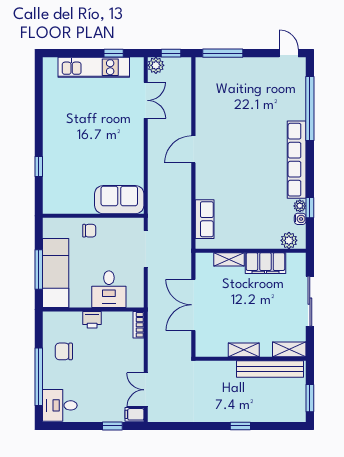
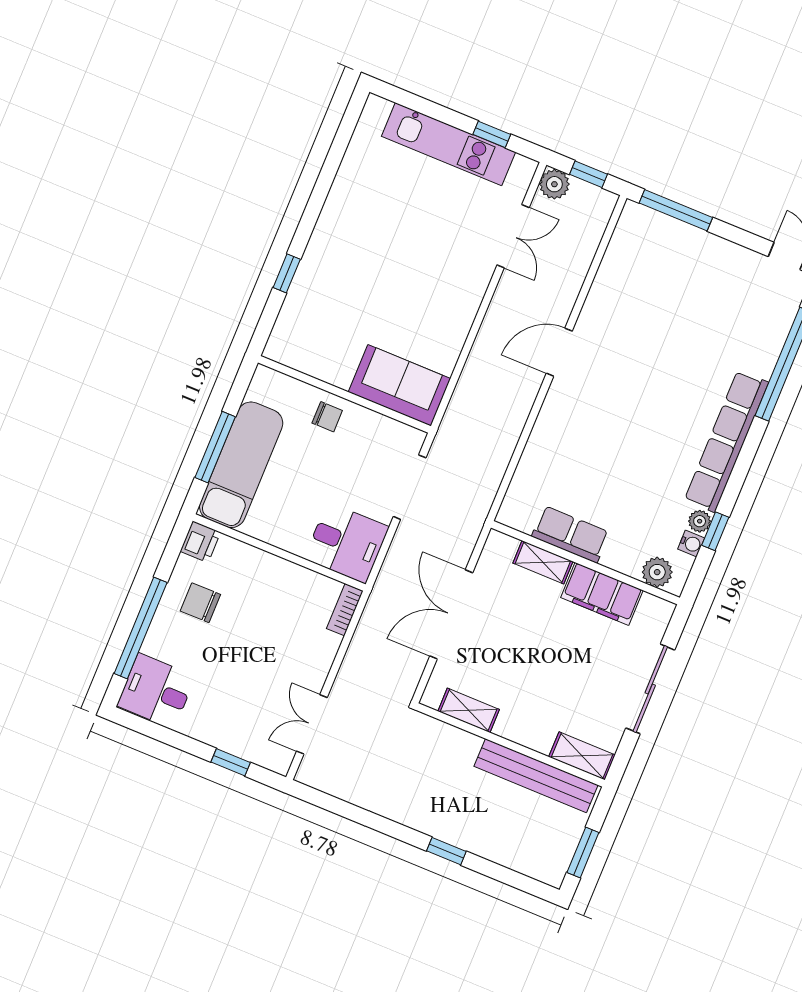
row of seats: (205, 219) -> (570, 534), moved, turned -90
desk: (109, 289) -> (347, 543), moved, turned -90
printer: (92, 320) -> (200, 542), moved, turned -90
shelving: (244, 350) -> (469, 710), moved
filing cabinet: (135, 414) -> (276, 758), removed

